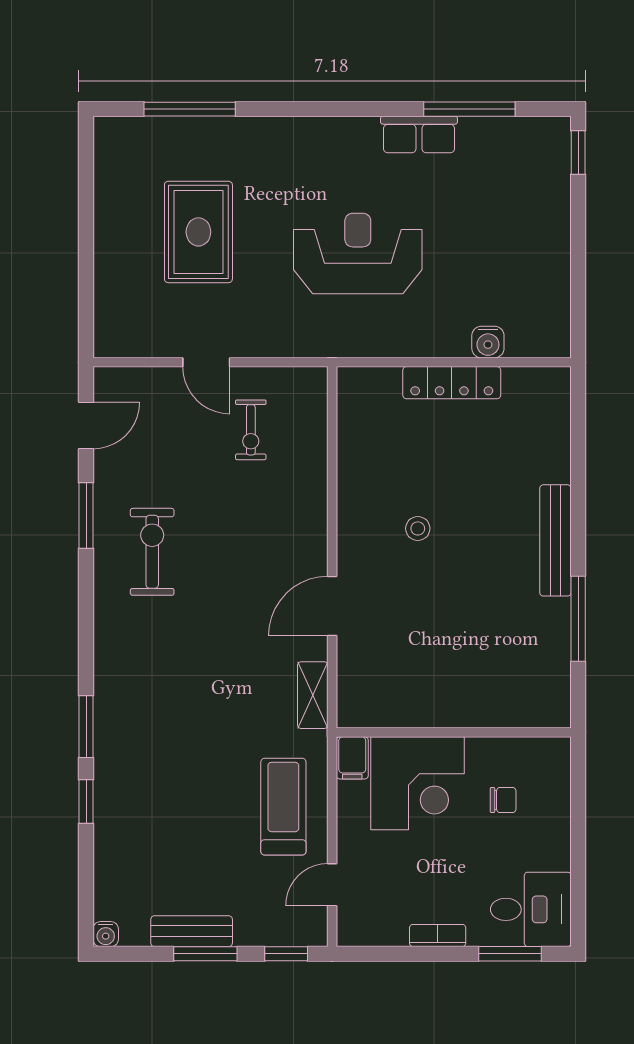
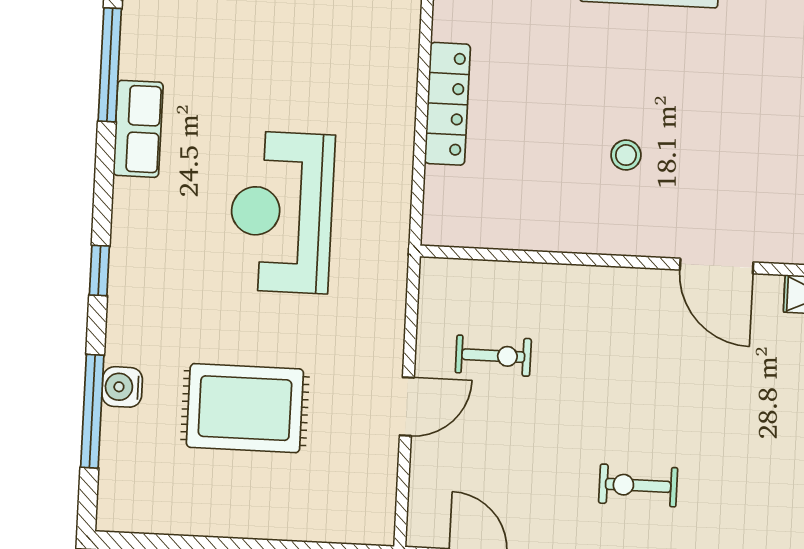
window: (303, 109) -> (99, 270), added
water cooler: (488, 342) -> (122, 387), moved, turned 180
exercise bike: (152, 552) -> (638, 485), width x0.73, depth x0.72

